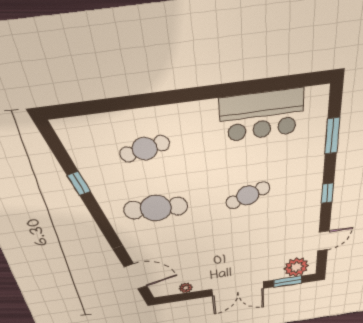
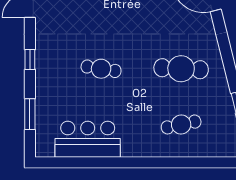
cafe table: (248, 195) -> (101, 69), turned 30

